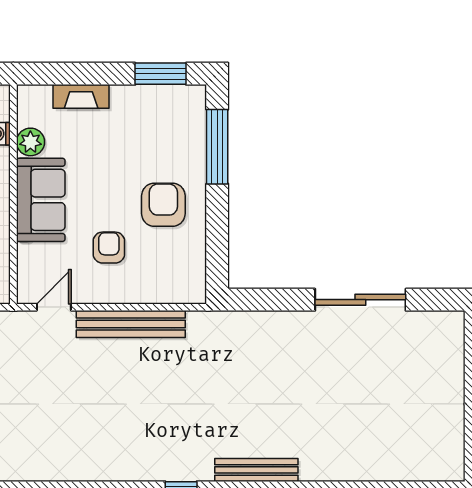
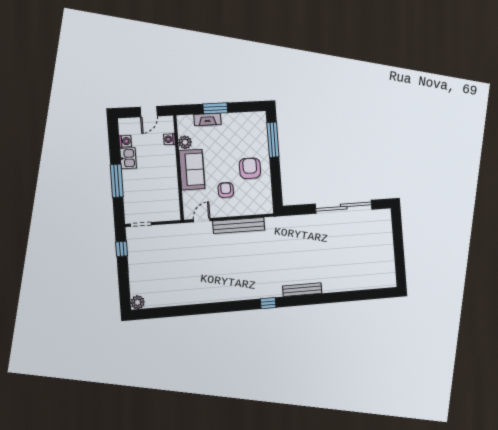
window: (161, 74) -> (215, 108), moved
sliding door: (360, 300) -> (344, 207), width x1.36

